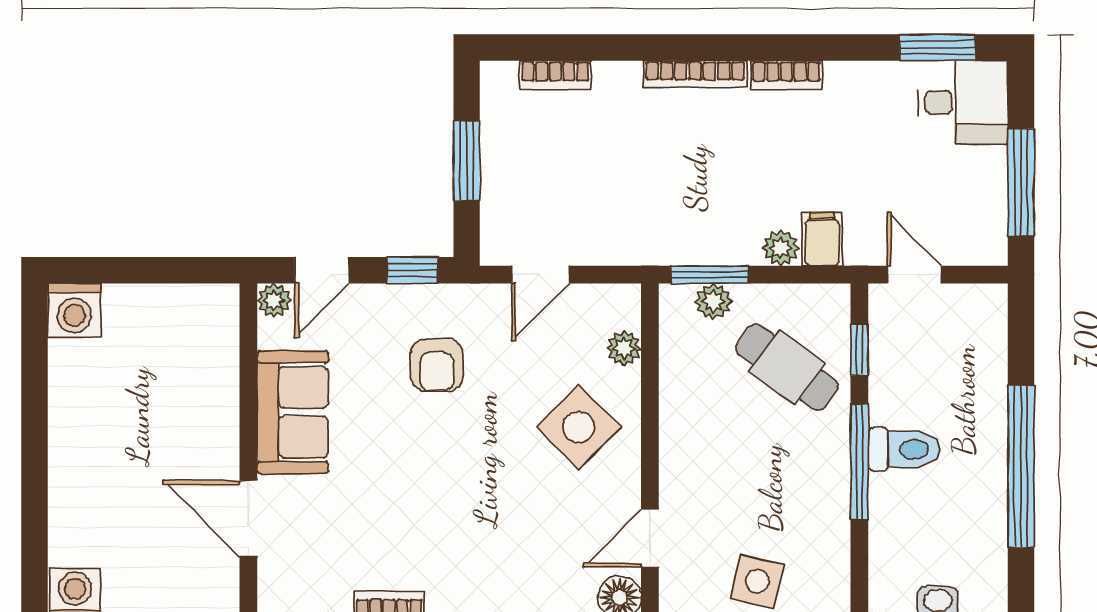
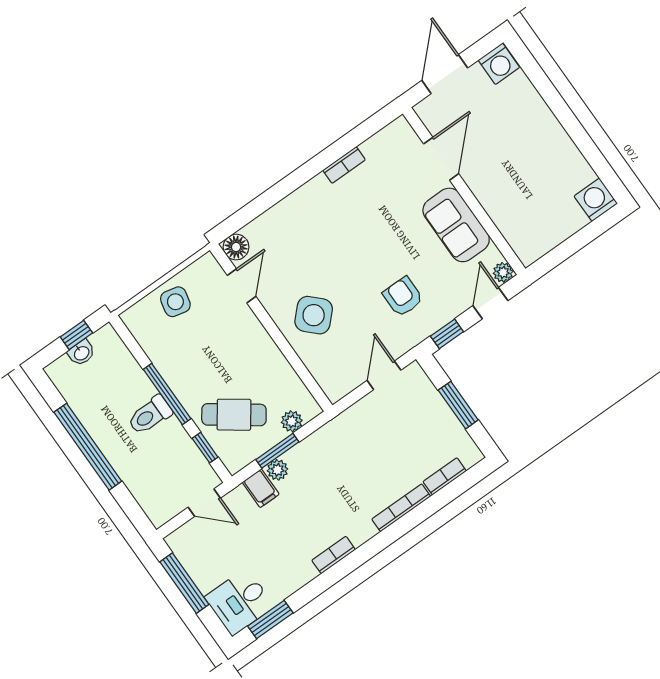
bookcase: (695, 74) -> (401, 508), moved
window: (710, 275) -> (277, 451), moved
plant: (624, 348) -> (319, 368), removed
door: (248, 519) -> (441, 159), hinge flipped

